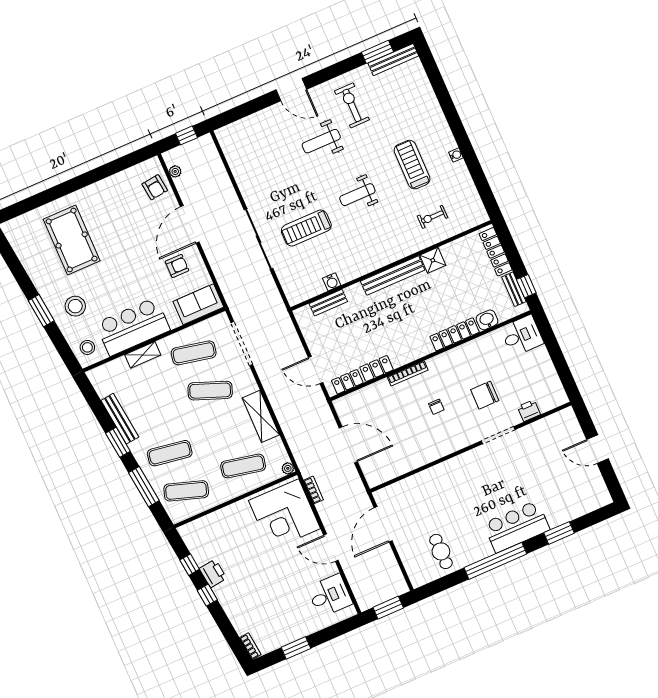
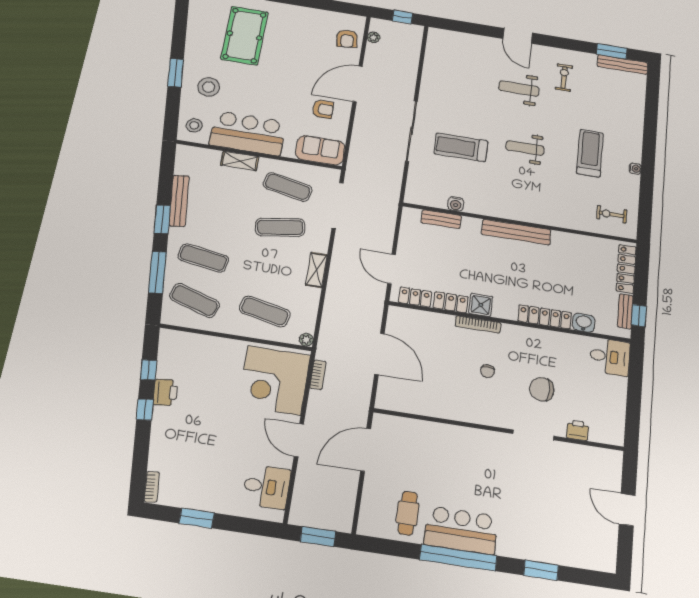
exercise bike: (352, 105) -> (564, 77), width x0.73, depth x0.72
exercise bike: (432, 217) -> (612, 214), moved
shower: (433, 260) -> (481, 305), moved
exercise mat: (210, 391) -> (280, 227), turned -30
shelving: (261, 416) -> (316, 270), width x0.67, depth x0.75
bar counter: (517, 527) -> (461, 530), moved

